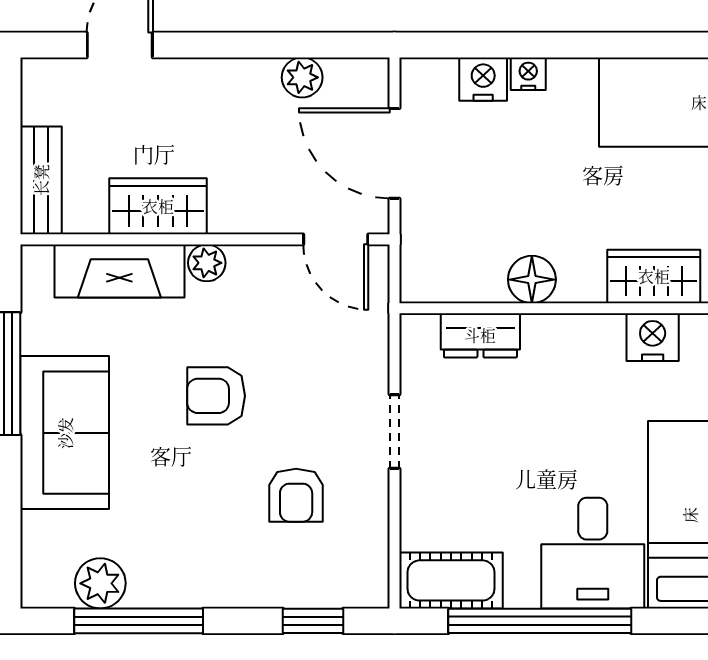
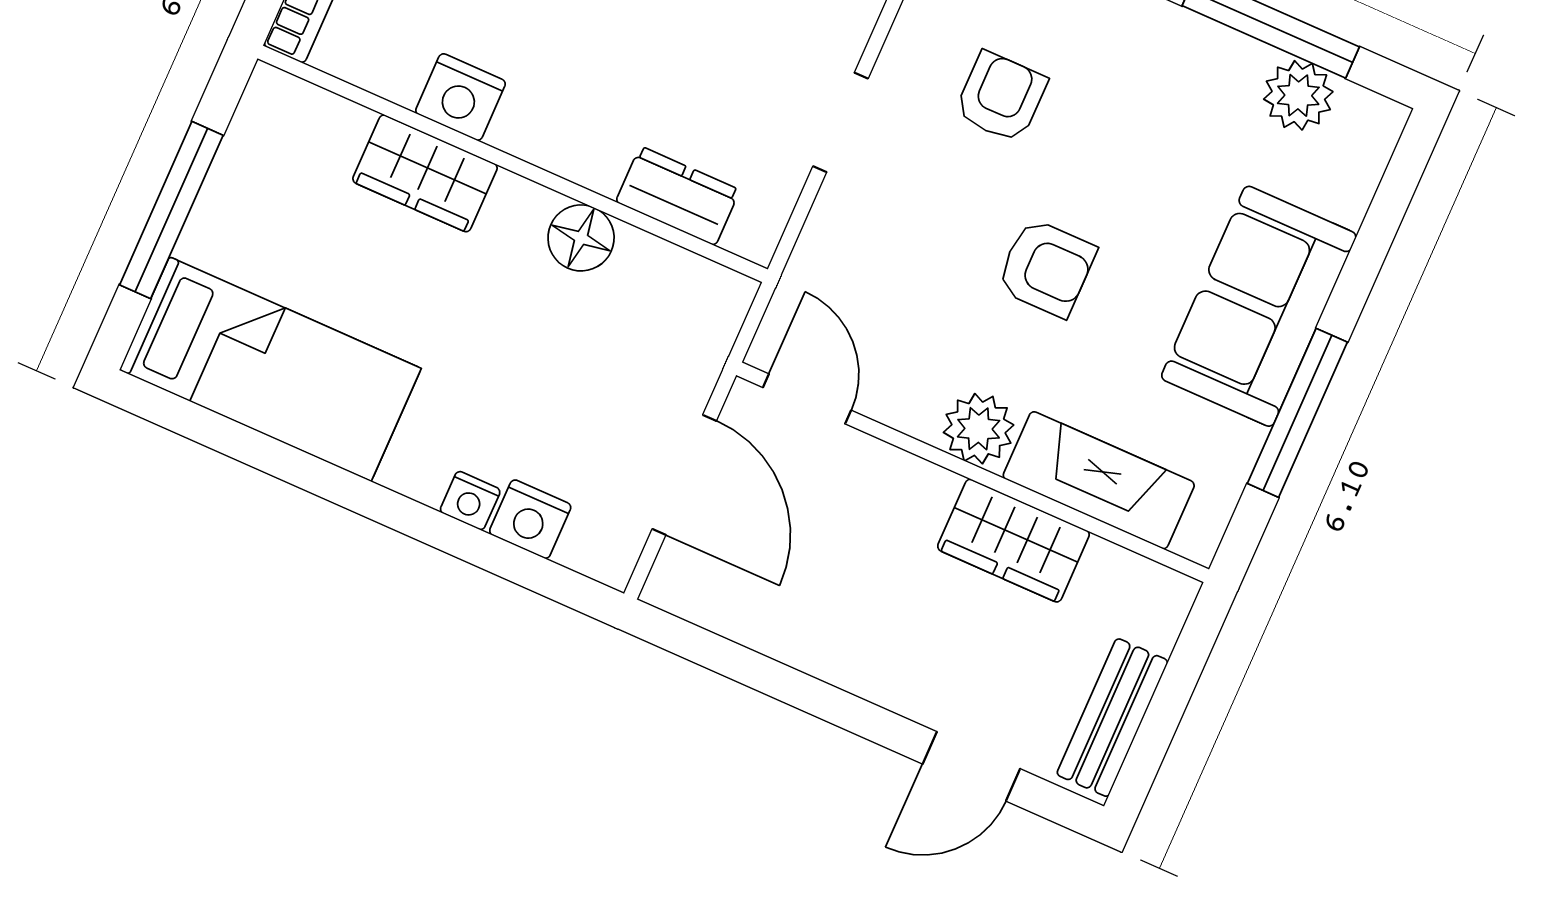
plant: (302, 77) -> (759, 623), removed
bench: (41, 180) -> (1112, 718), moved
plant: (207, 263) -> (979, 429), width x1.38, depth x1.38

